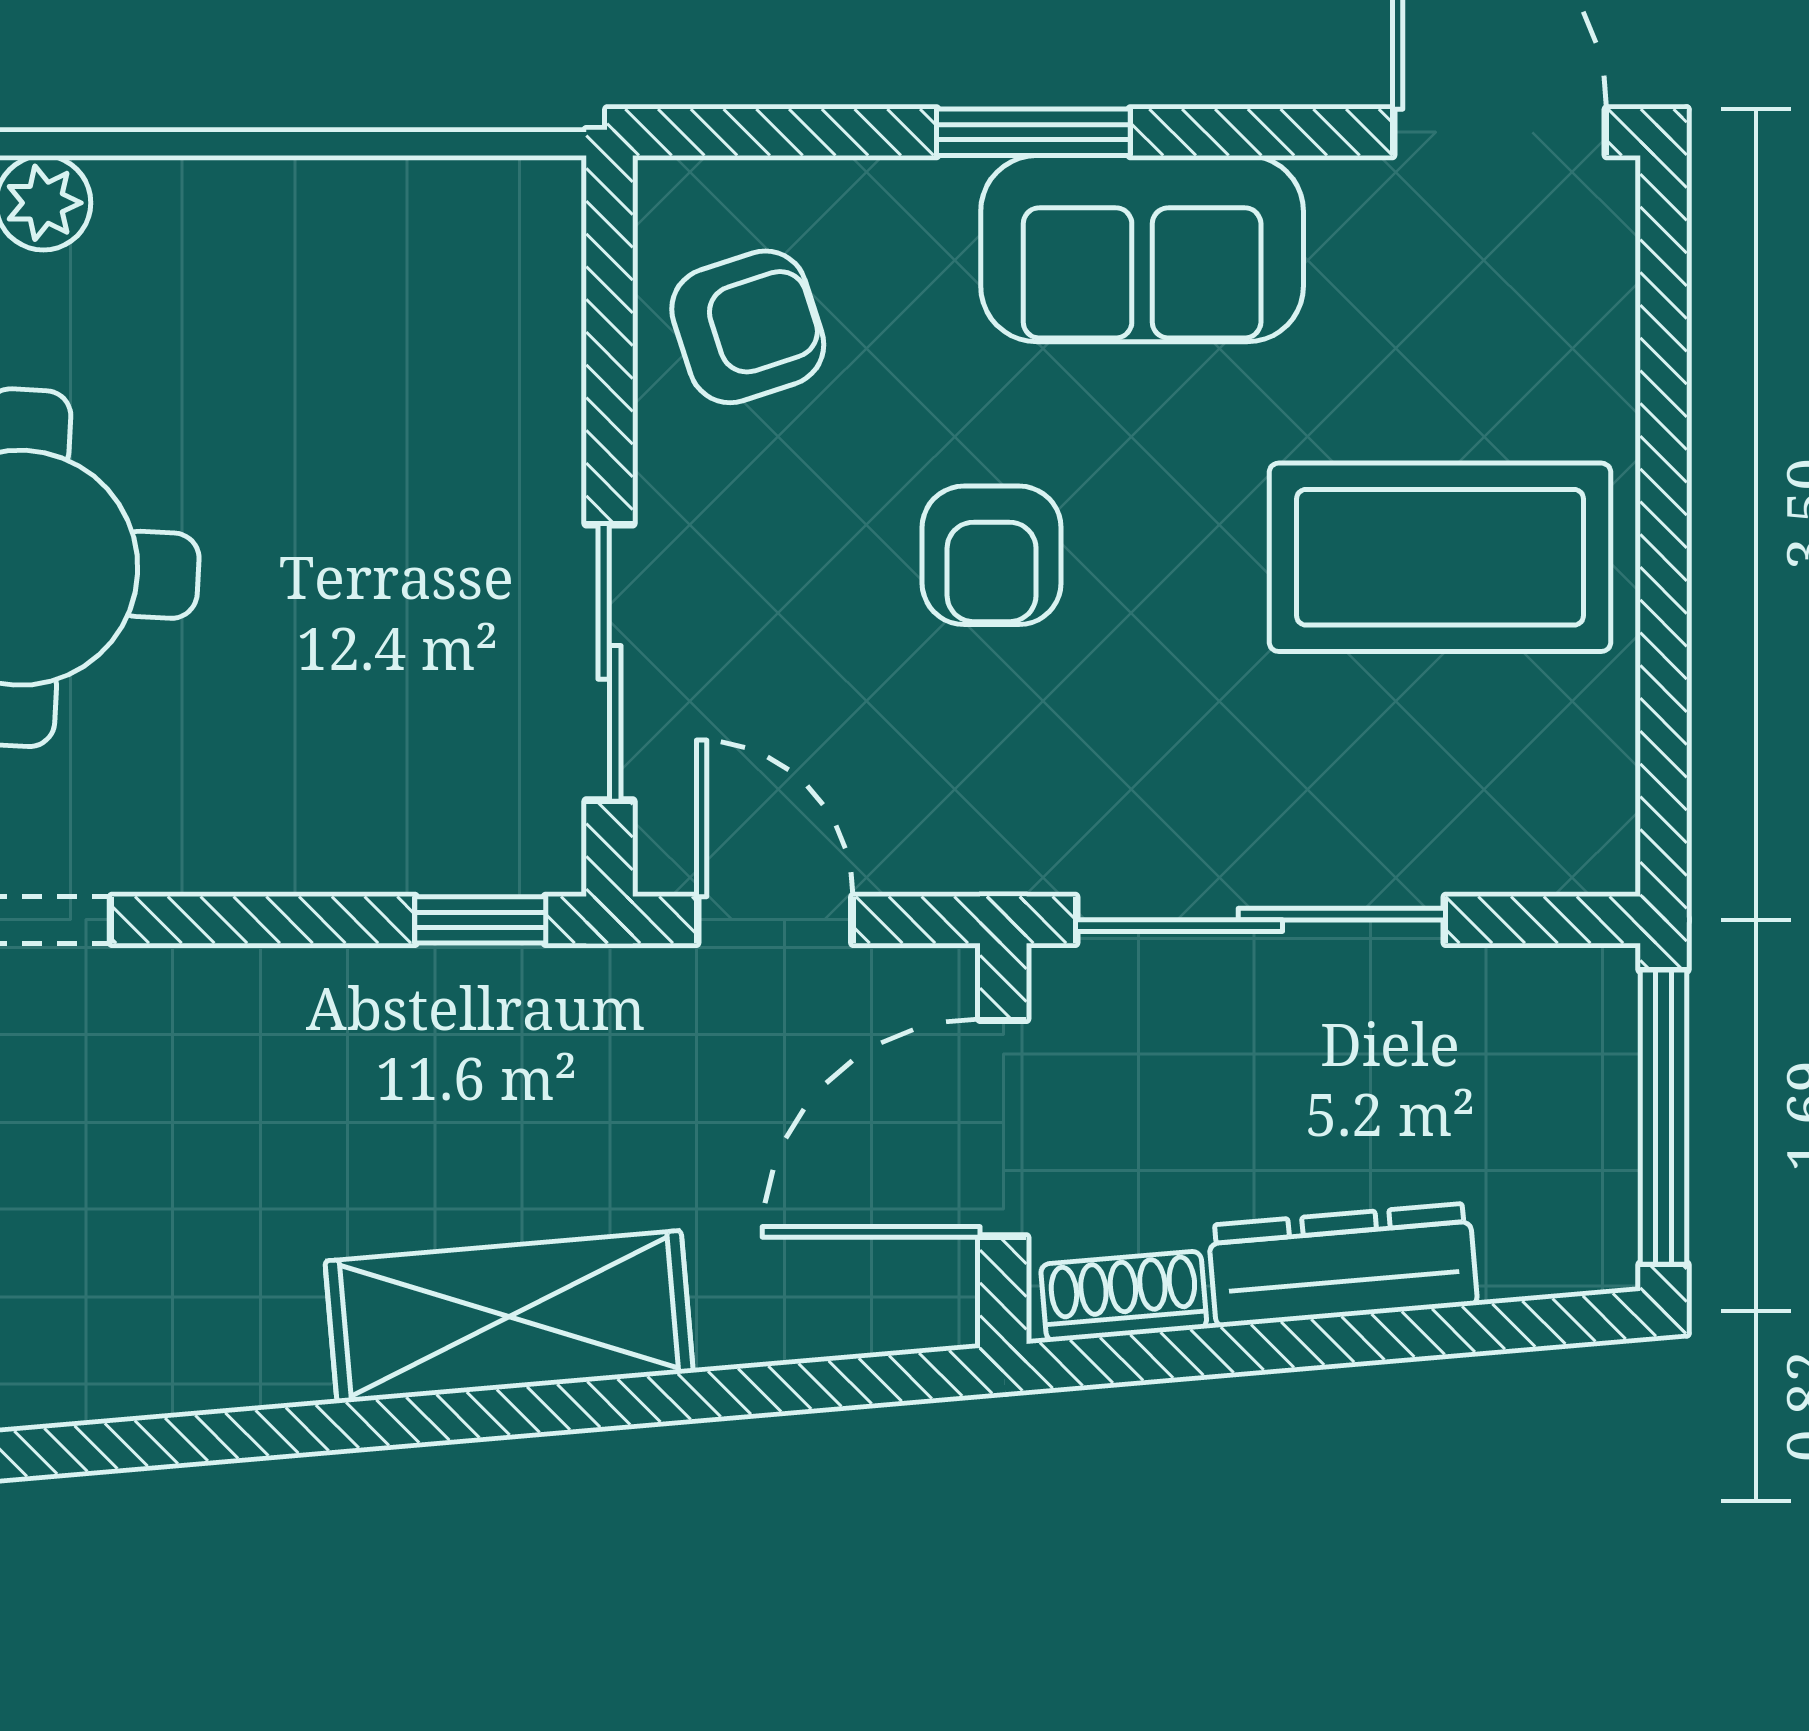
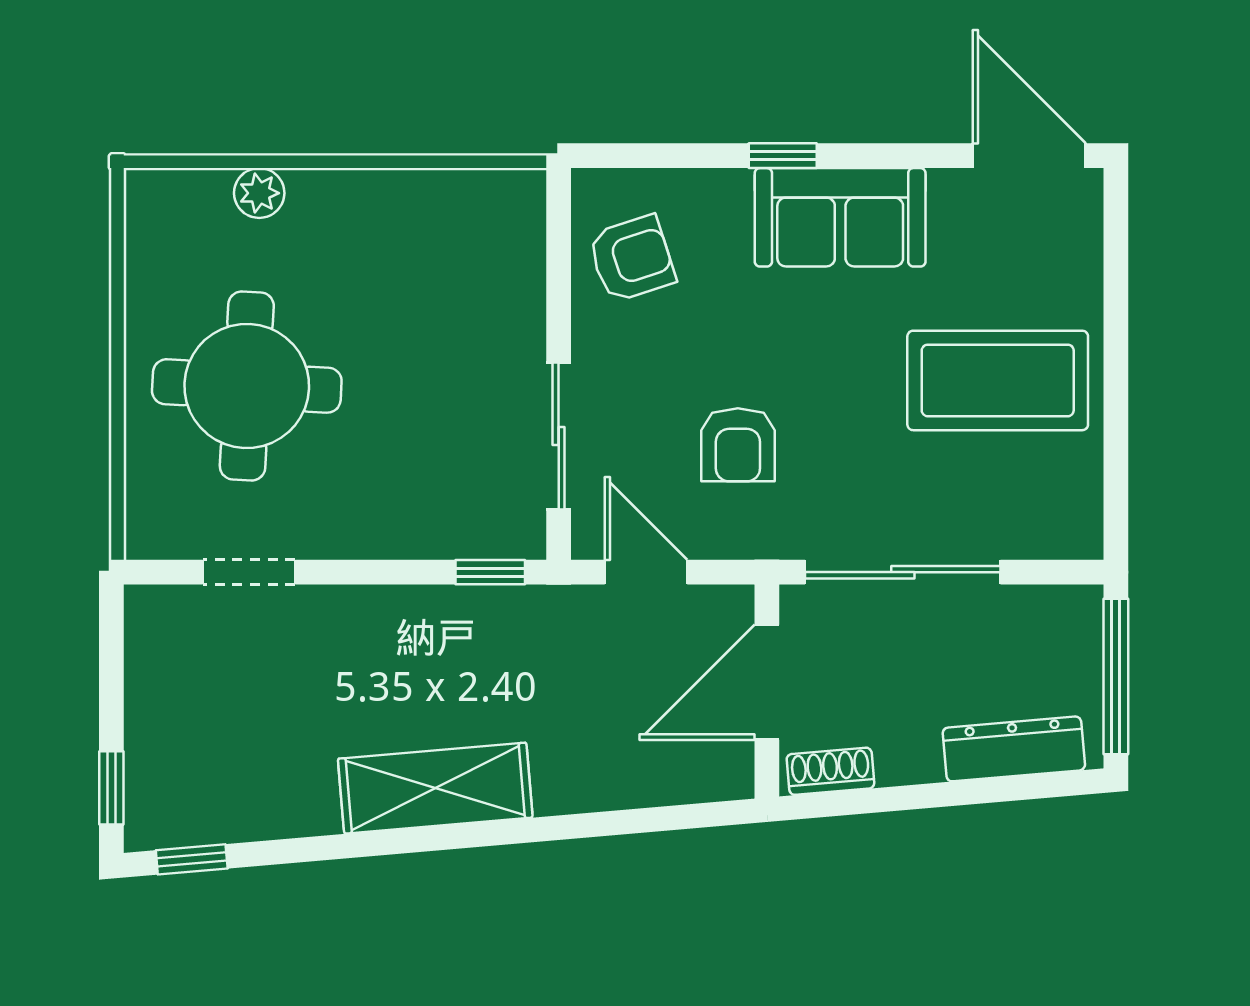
window: (1033, 132) -> (783, 156), width x0.67
armchair: (992, 555) -> (738, 445), moved
dresser: (1343, 1265) -> (1014, 749), moved
shelving: (509, 1317) -> (435, 788), moved

